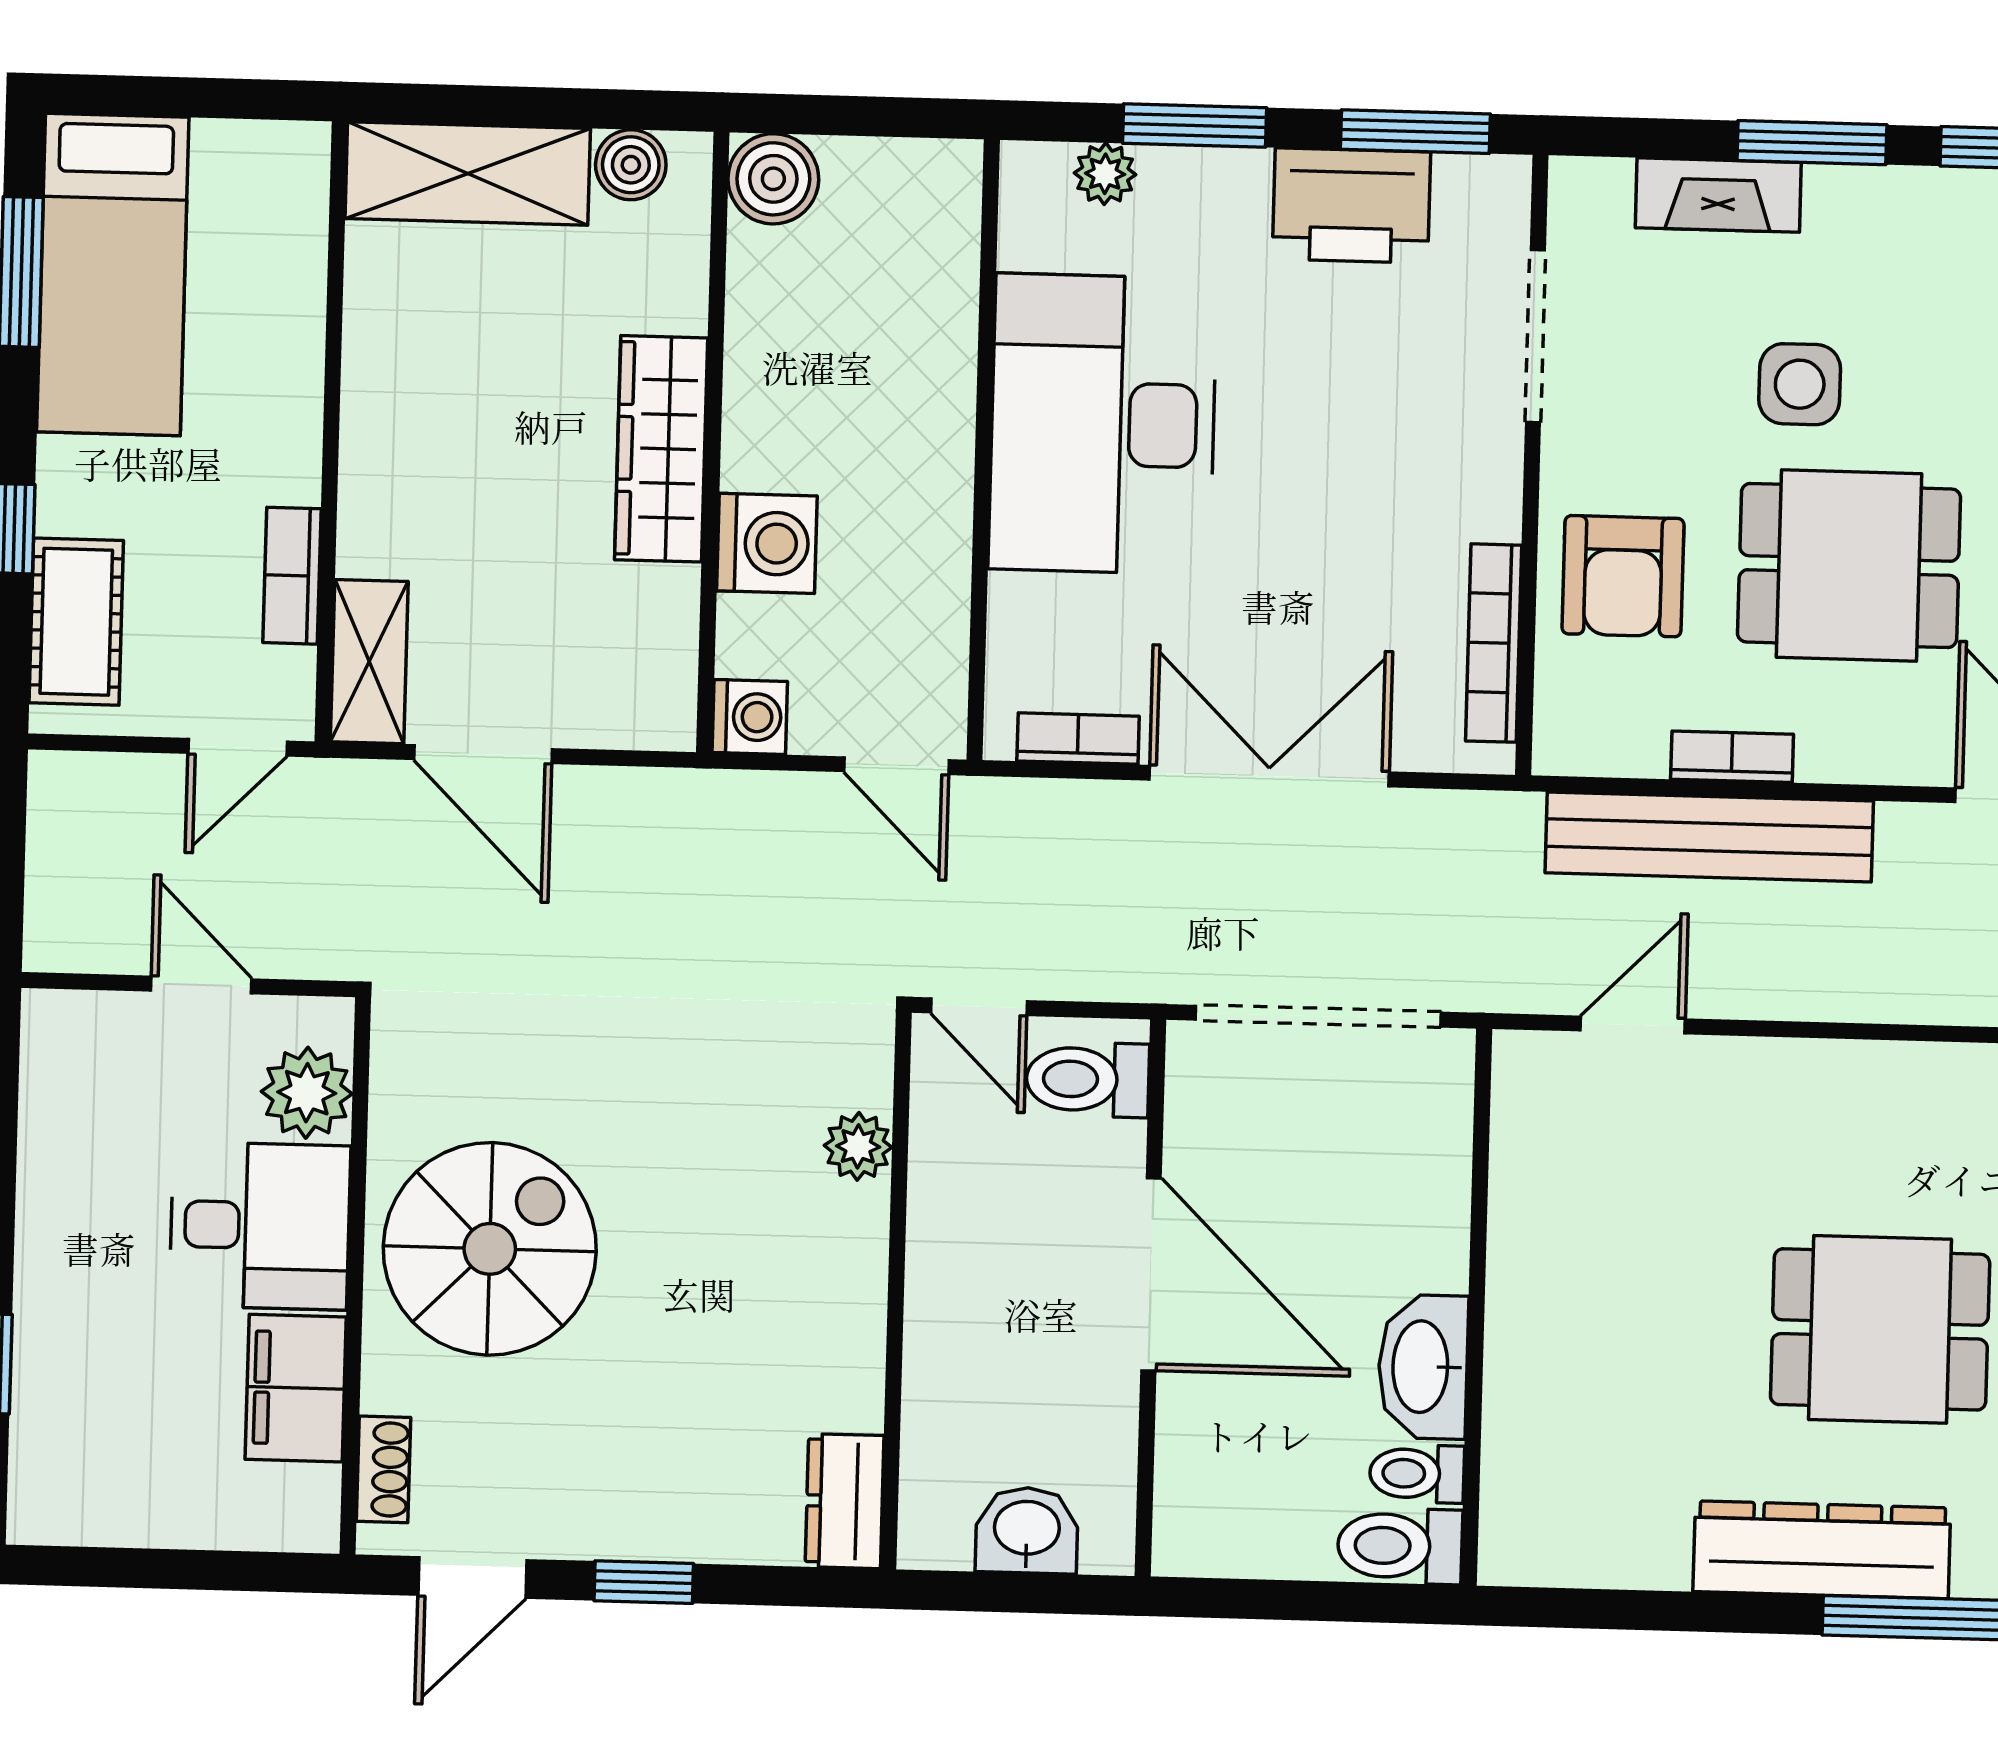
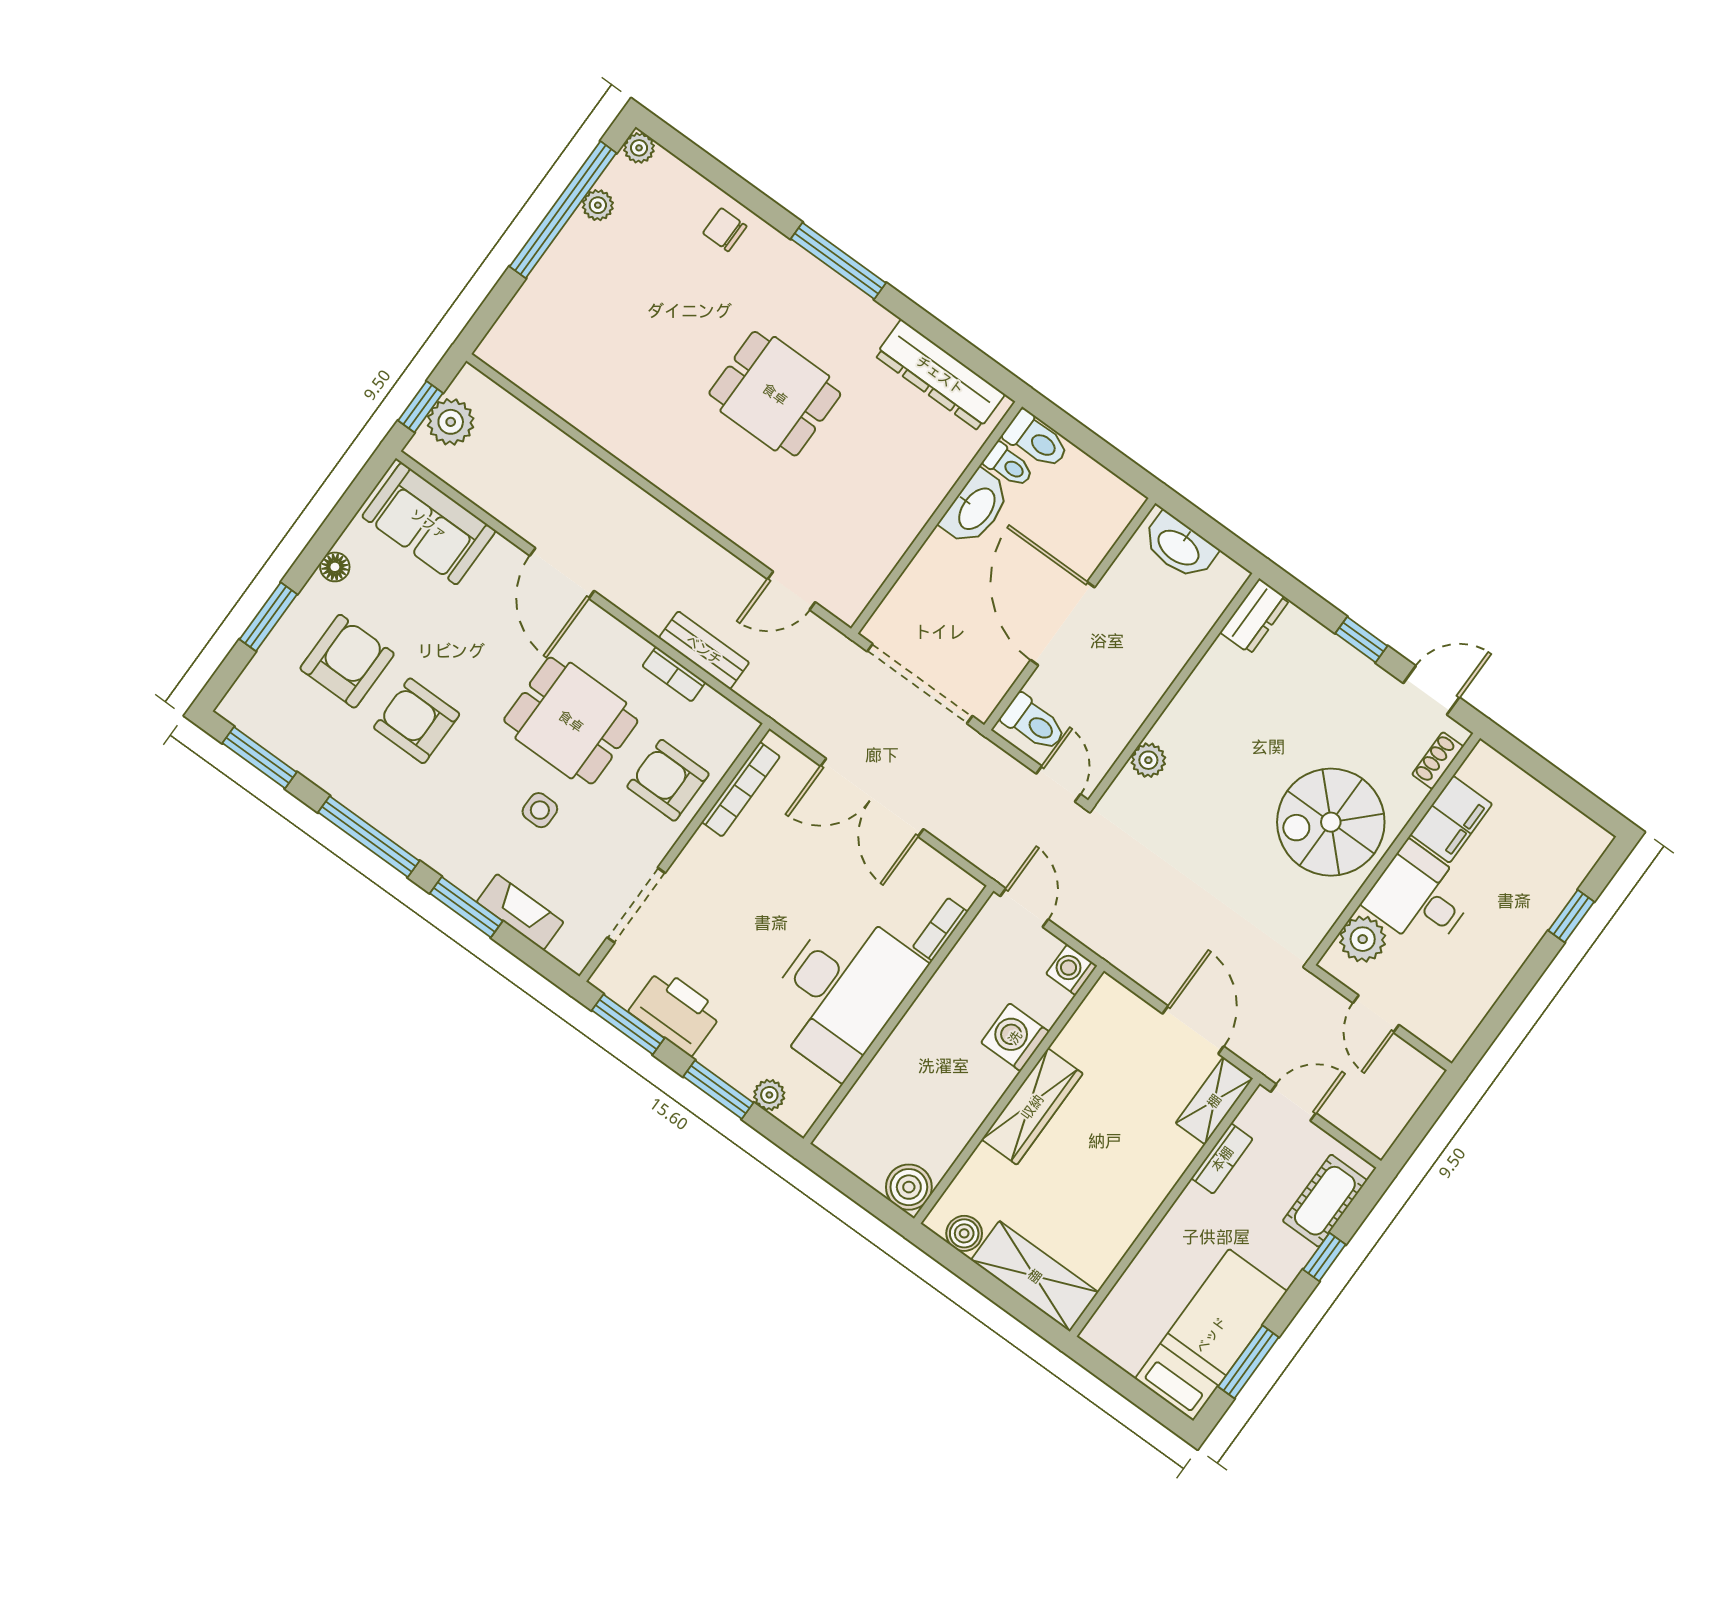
side table: (1800, 384) -> (540, 810), width x0.73, depth x0.73
armchair: (1623, 576) -> (668, 780), turned -90
bookcase: (1078, 739) -> (940, 929), moved, turned 90
bench: (1709, 837) -> (704, 650), width x0.54, depth x0.82
washbasin: (1027, 1530) -> (1179, 547), width x1.38
dresser: (1822, 1550) -> (940, 375), moved

